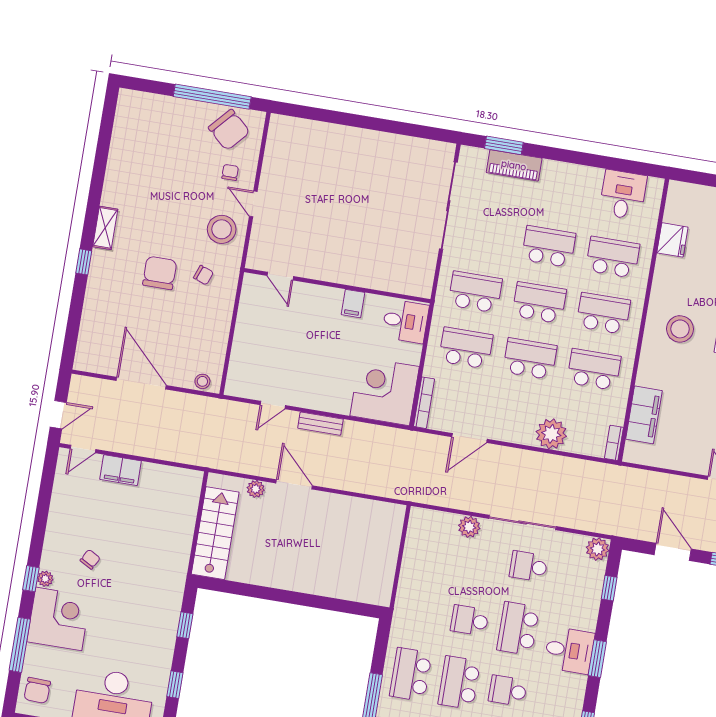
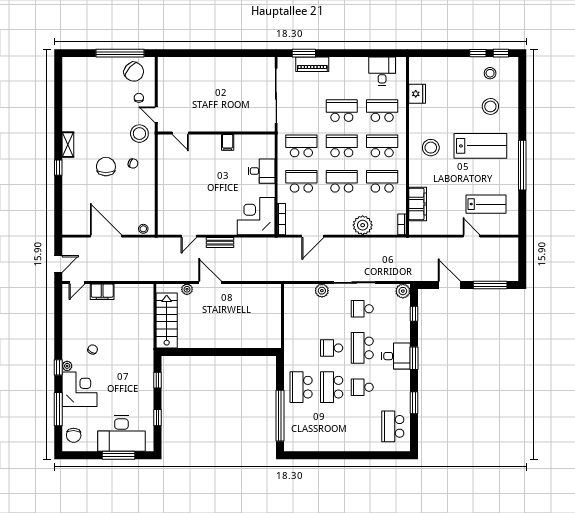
door: (280, 276) -> (180, 133), moved
wall: (337, 286) -> (216, 133), moved
filing cabinet: (353, 304) -> (228, 142), moved

